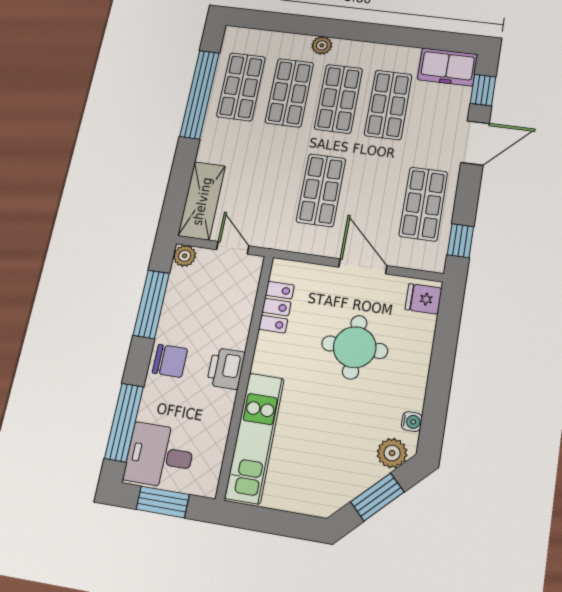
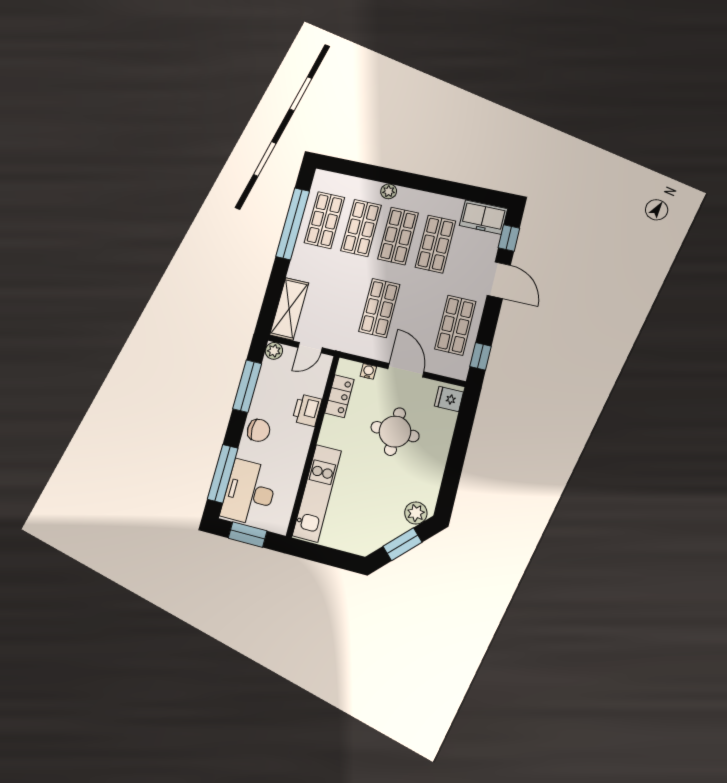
door: (475, 143) -> (499, 280), hinge flipped
door: (233, 248) -> (310, 348), swing flipped
printer: (226, 369) -> (307, 410), moved
water cooler: (412, 422) -> (368, 371), moved, turned -90
desk: (160, 456) -> (249, 493), width x1.37

